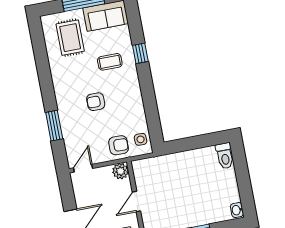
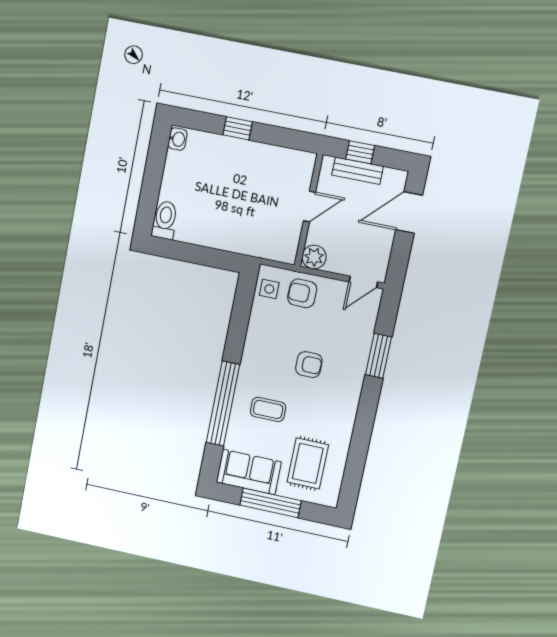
window: (140, 53) -> (223, 404), width x3.17

